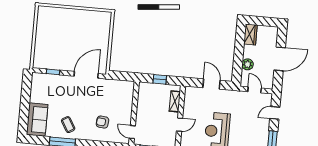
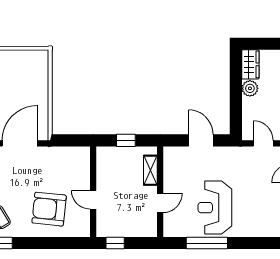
plant: (248, 64) -> (250, 88), moved
armchair: (102, 122) -> (49, 209), width x1.88, depth x1.88
door: (132, 132) -> (93, 200), moved

